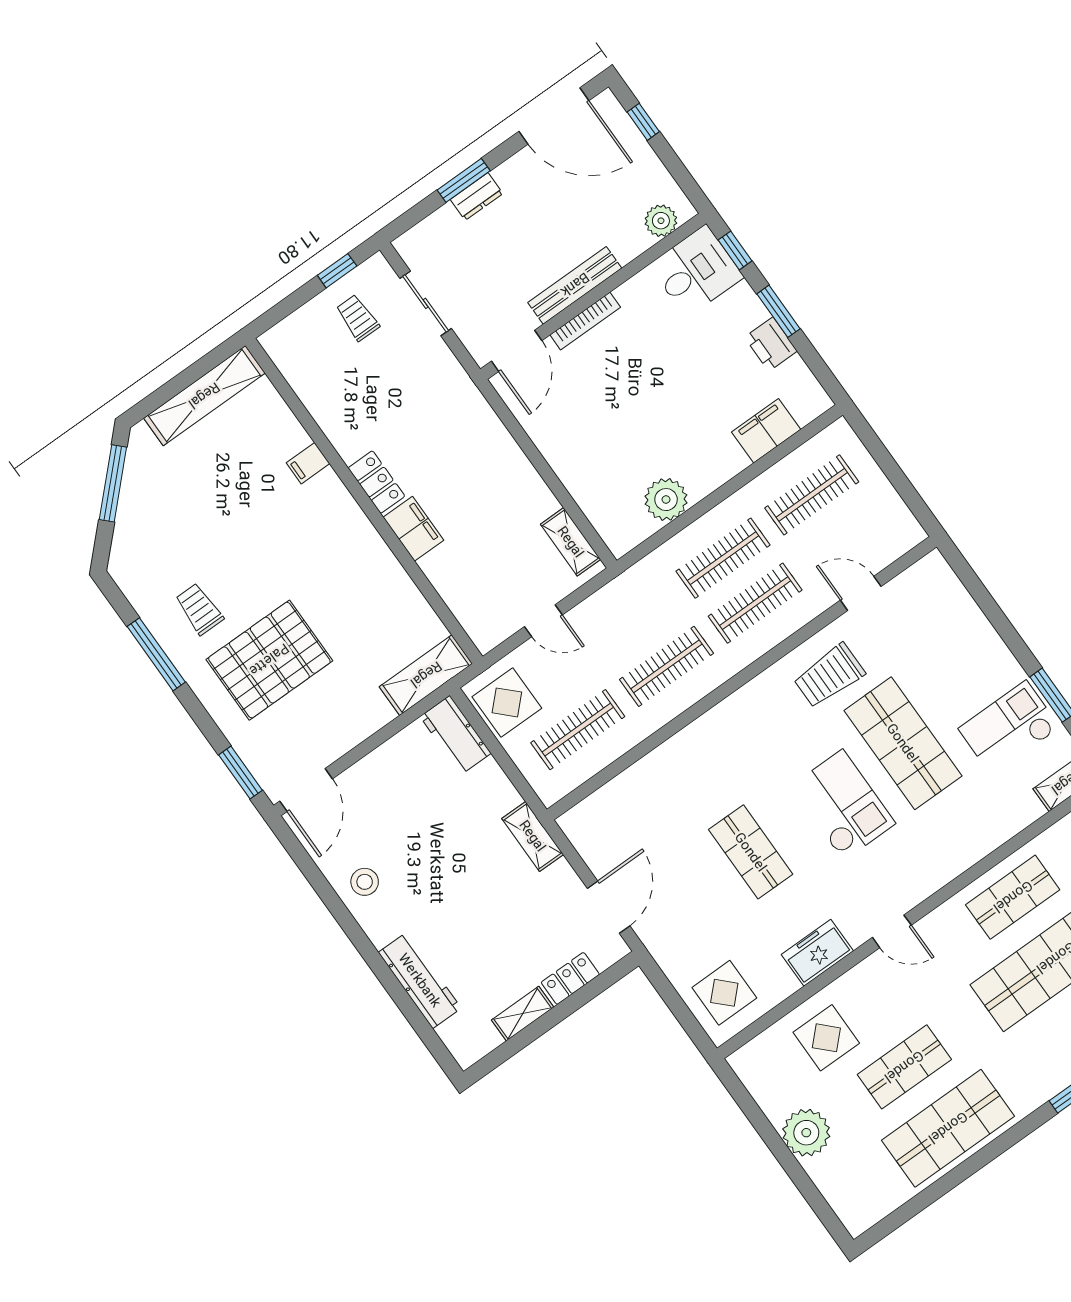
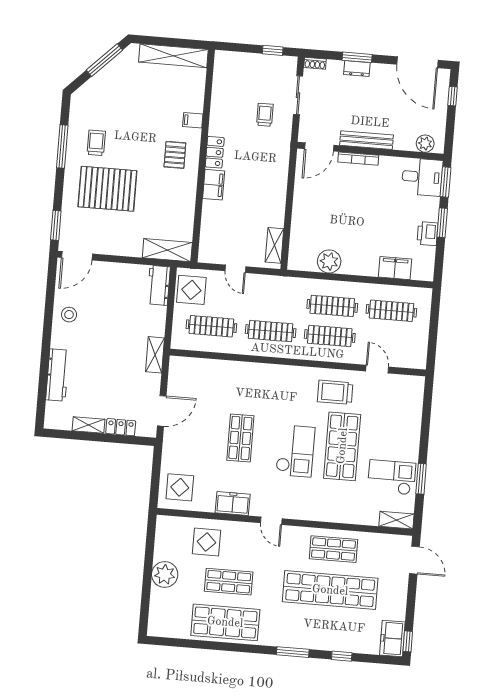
shoe rack: (412, 239) -> (315, 63), added
window: (735, 250) -> (446, 182), width x1.50
trolley: (358, 318) -> (265, 115), moved
pallet: (324, 533) -> (175, 155), added

